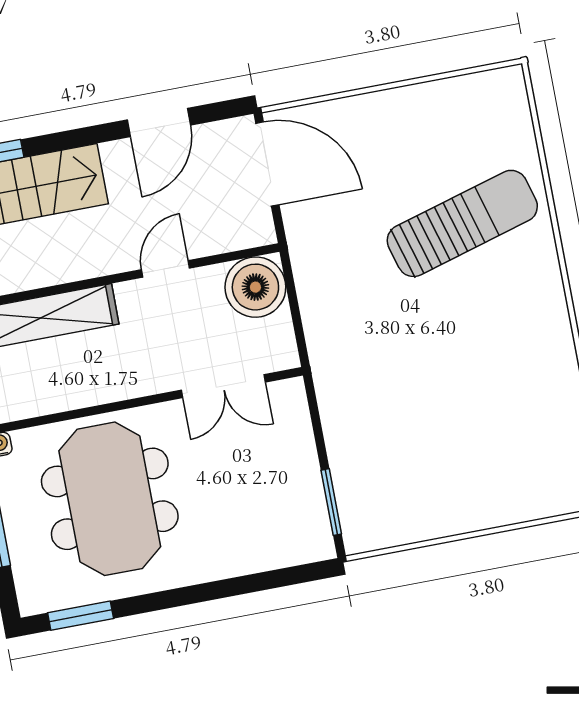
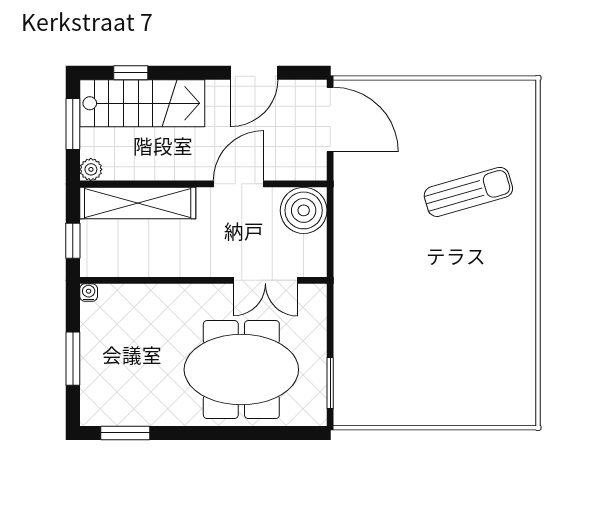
sun lounger: (462, 223) -> (468, 192), width x0.73, depth x0.75
door: (165, 269) -> (239, 184), width x1.38
meeting table: (110, 499) -> (241, 370), moved, turned 90

